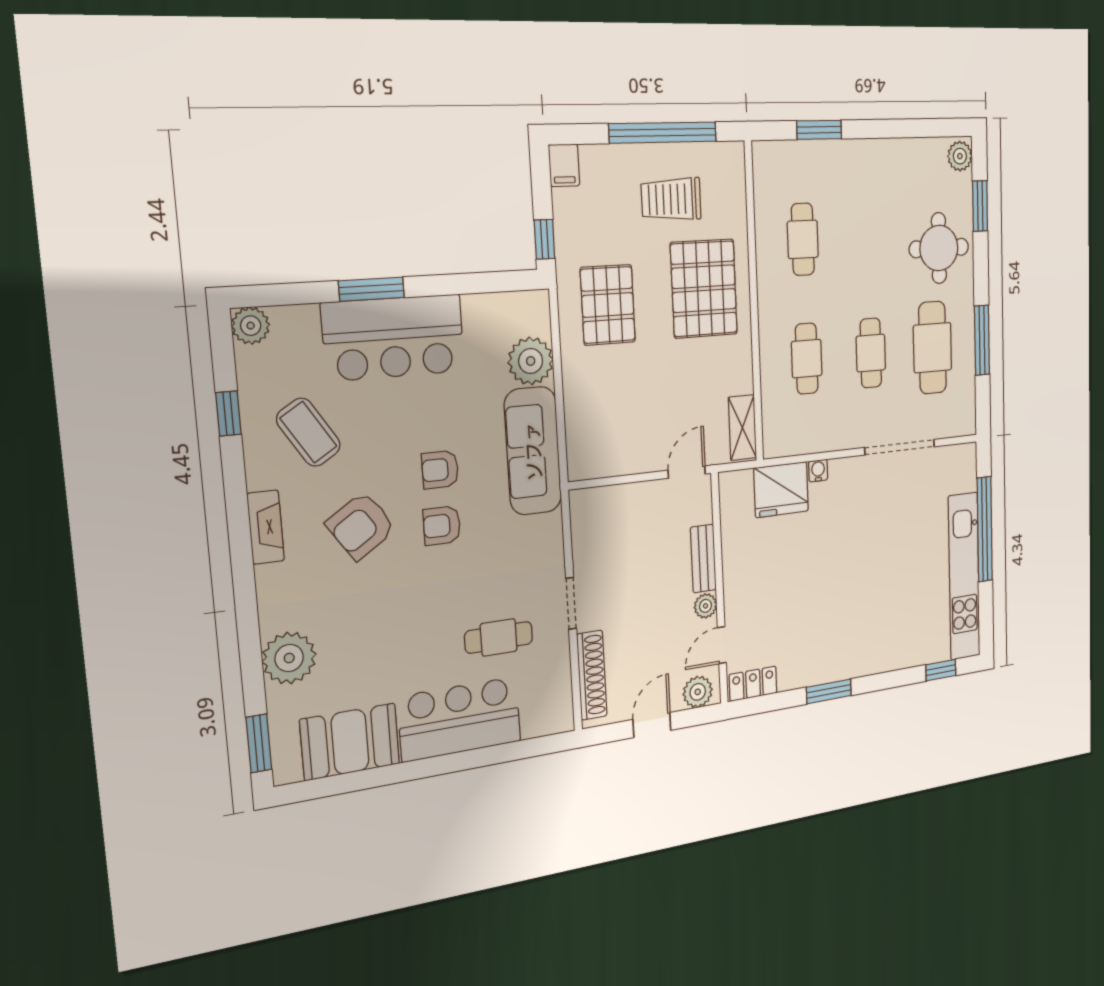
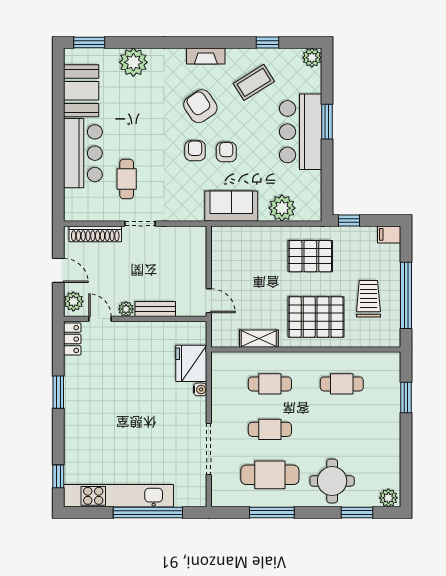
shelving: (742, 428) -> (259, 339), moved
sofa: (533, 451) -> (231, 206), width x0.73

